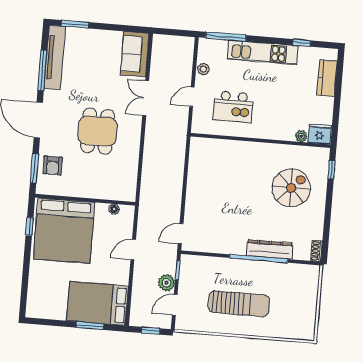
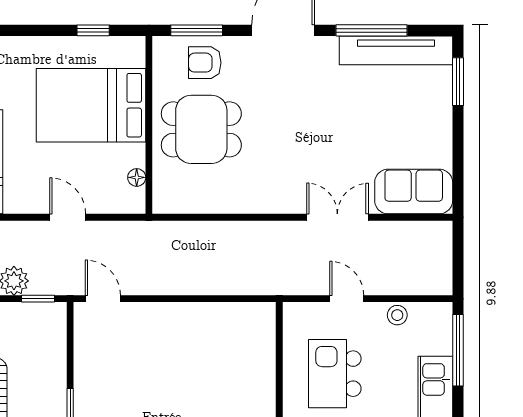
dining table: (98, 131) -> (201, 129), moved
bed: (64, 231) -> (91, 105), width x0.73

